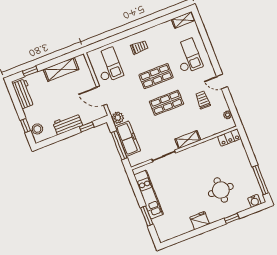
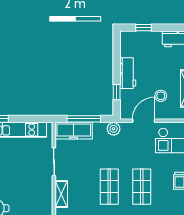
stool: (37, 129) -> (161, 96), moved
freezer: (128, 139) -> (74, 131), moved

